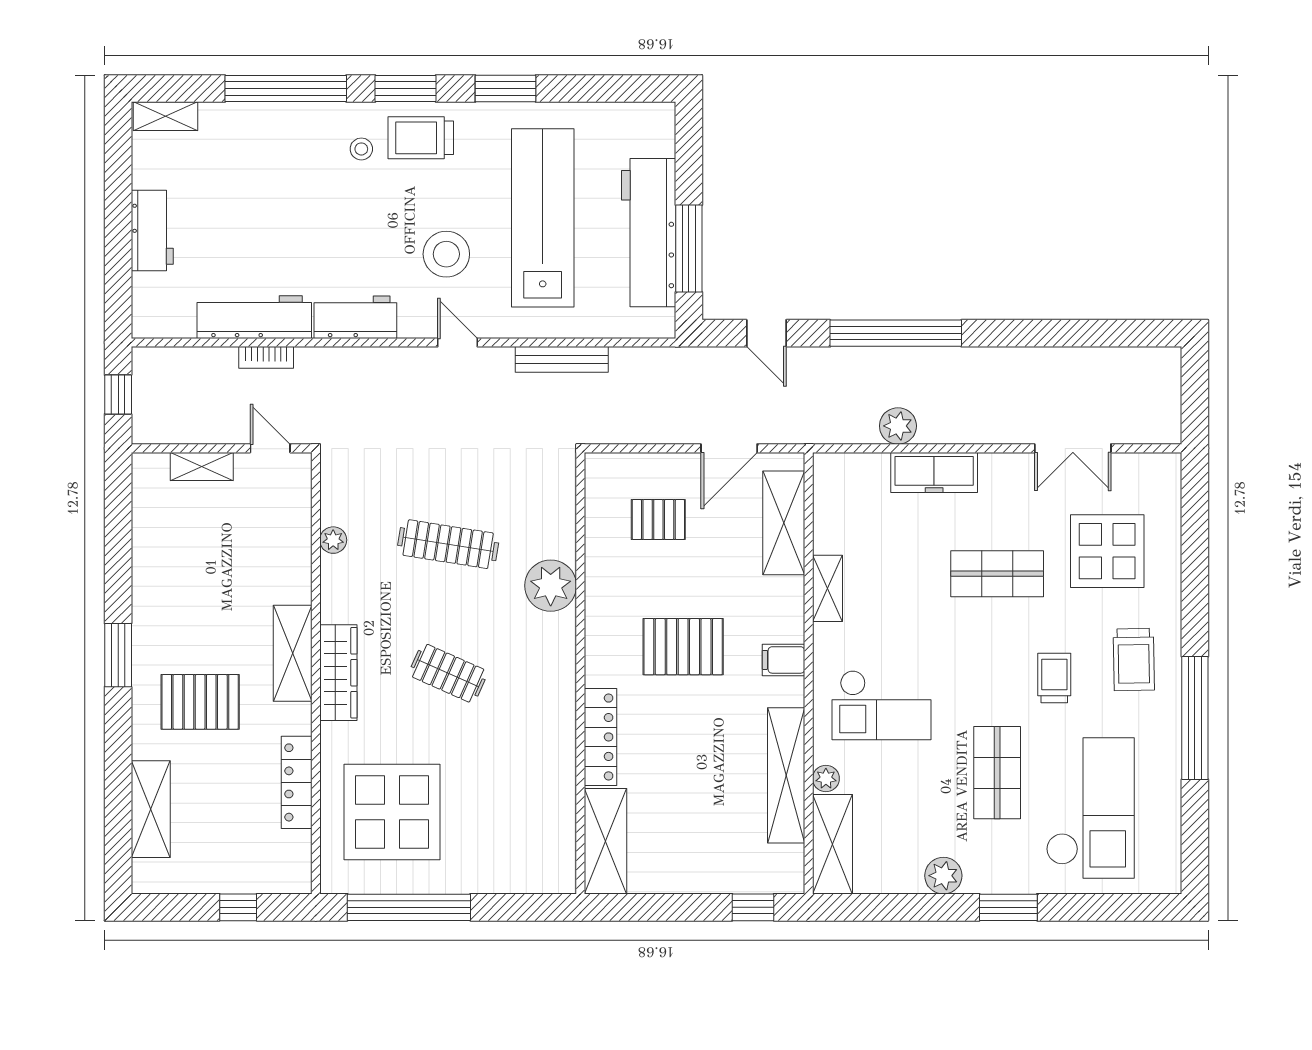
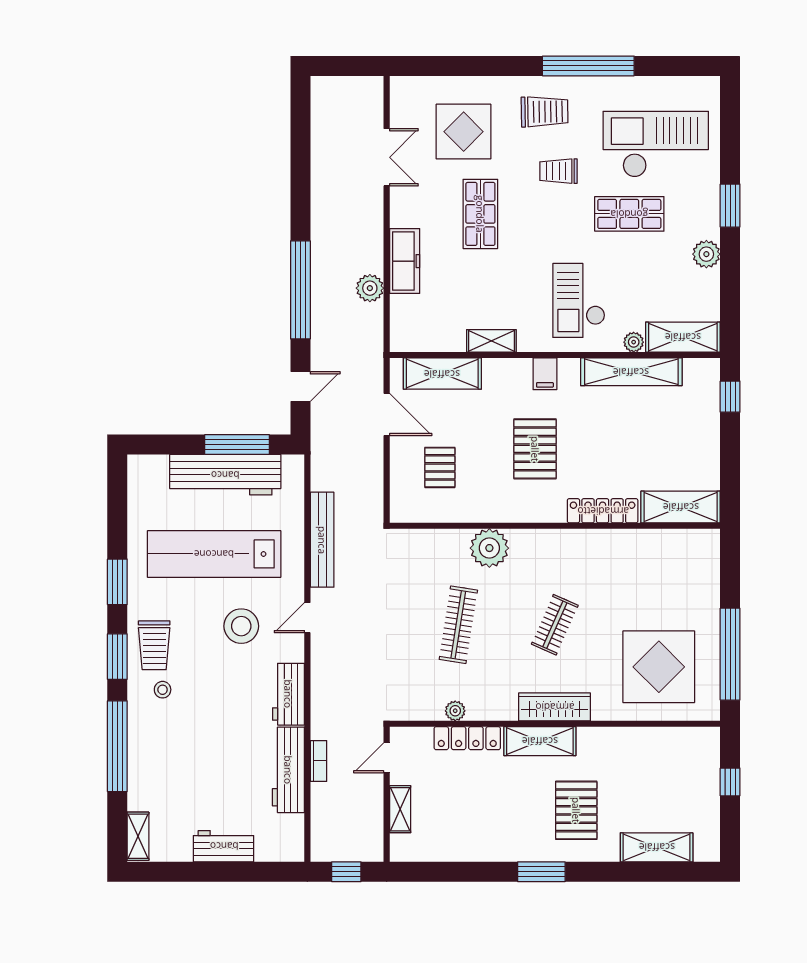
bench: (562, 359) -> (322, 540), width x1.37, depth x1.21
checkout: (882, 705) -> (579, 300), turned 180
locker: (297, 782) -> (467, 738), moved

